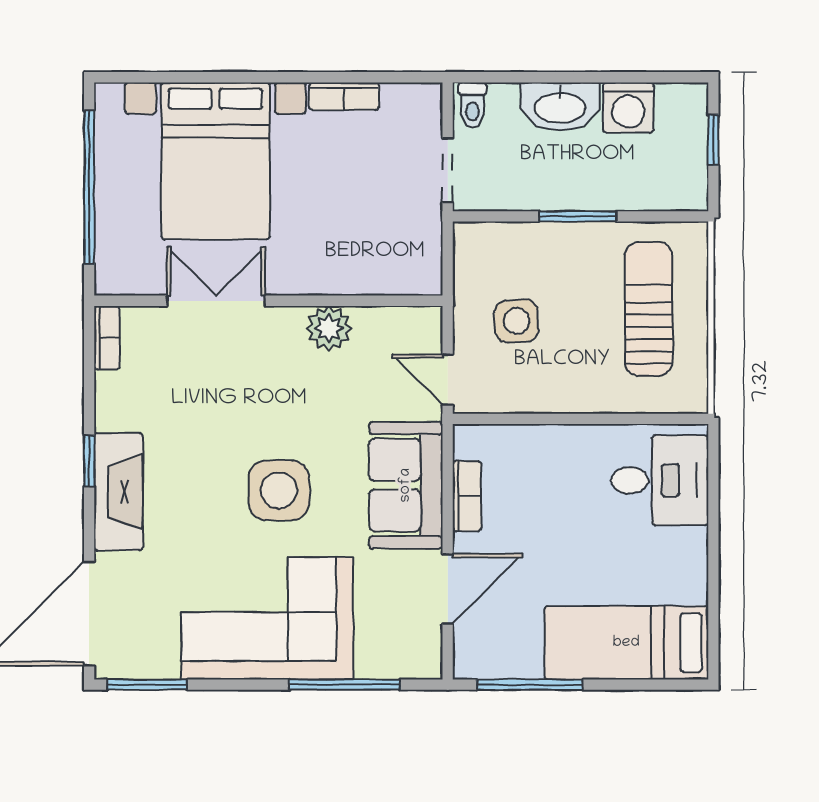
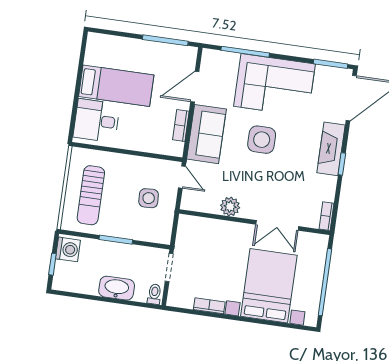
washing machine: (628, 108) -> (68, 249), moved, turned 90
bed: (626, 643) -> (116, 86), moved

